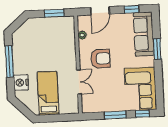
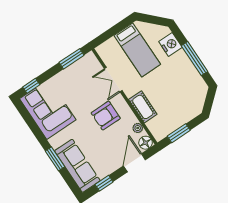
floor lamp: (83, 21) -> (146, 143), added
cot: (69, 49) -> (143, 107), added
window: (115, 115) -> (72, 59), moved

